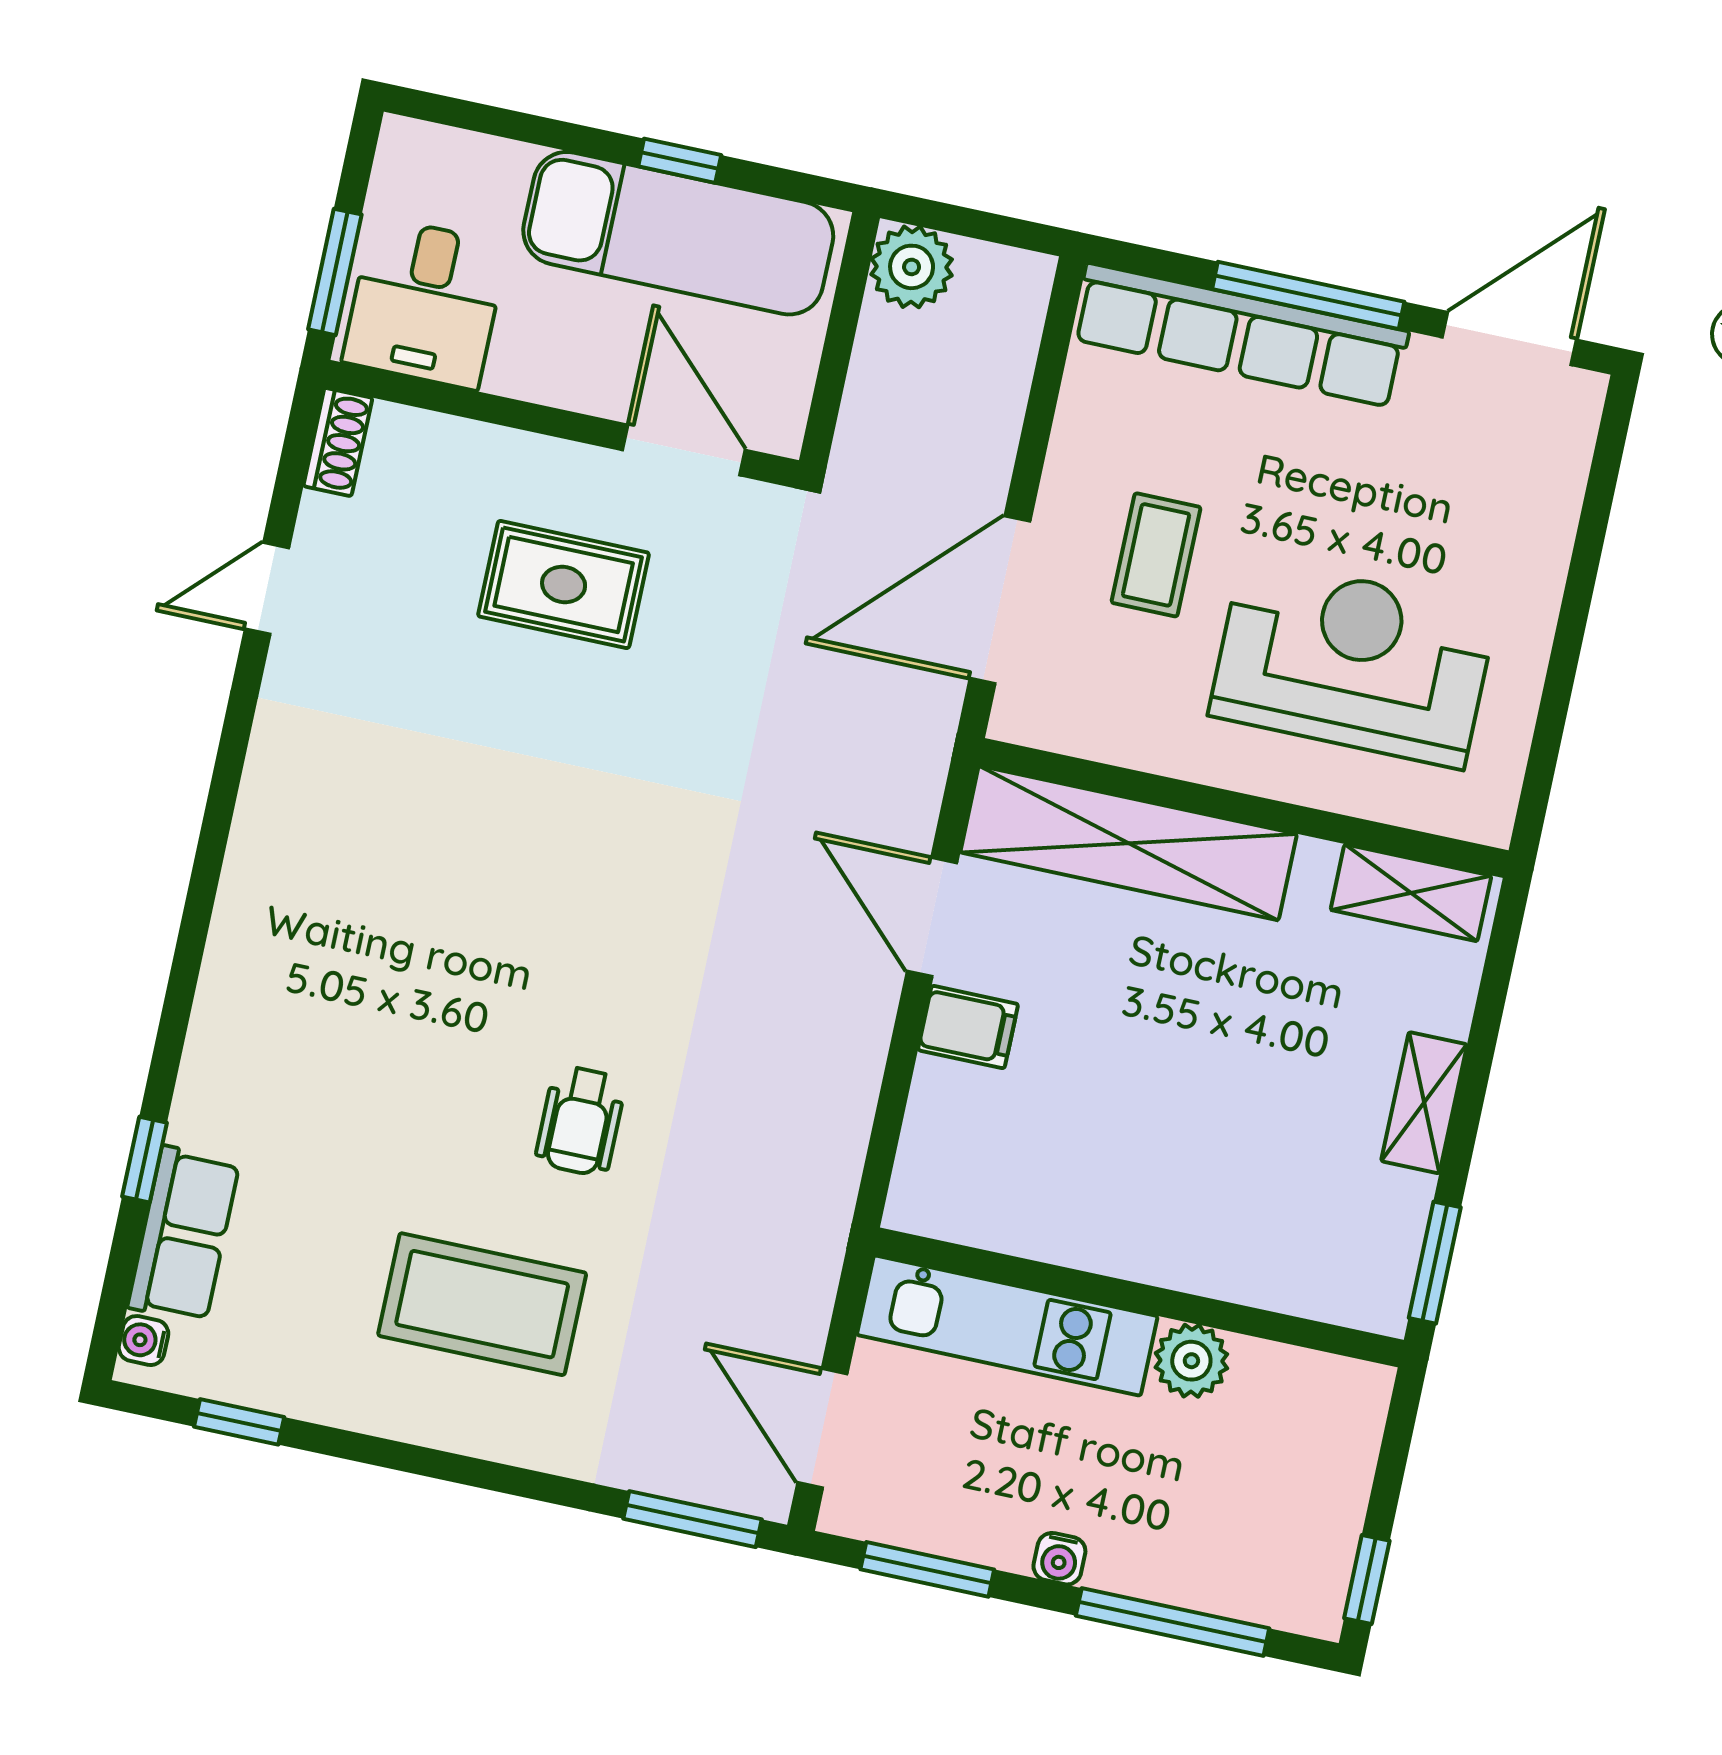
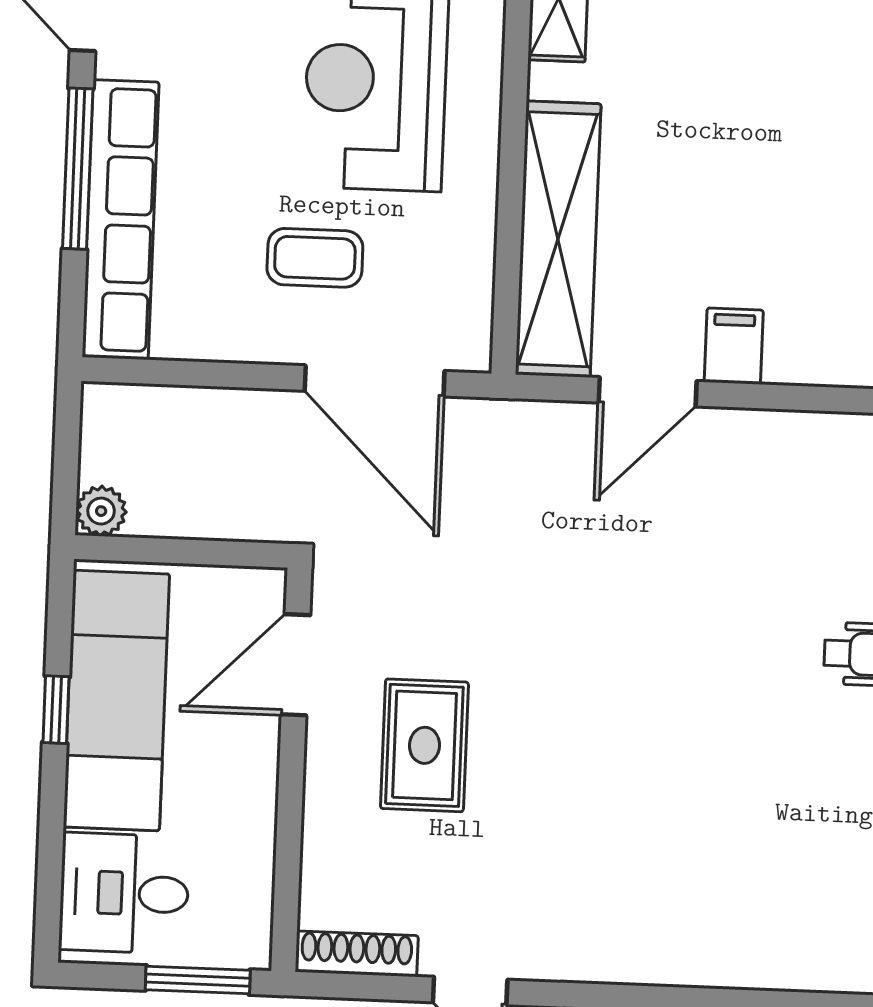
plant: (912, 267) -> (101, 511), width x0.73, depth x0.73
desk: (425, 303) -> (124, 893), moved, turned 180
shoe rack: (338, 442) -> (357, 954), width x1.43

